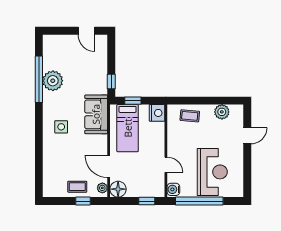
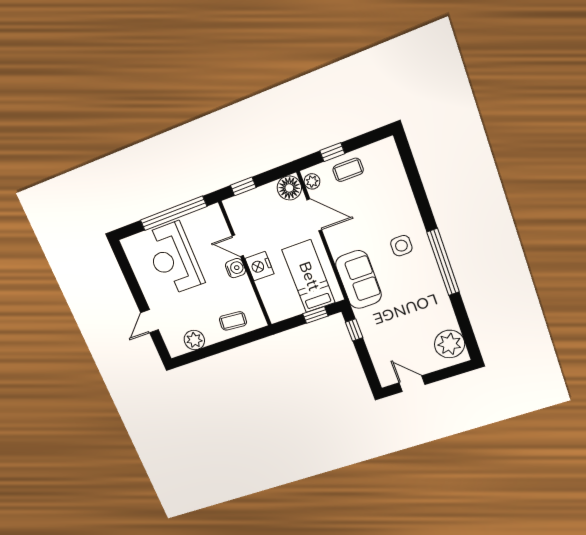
window: (39, 79) -> (443, 262), moved
plant: (53, 81) -> (450, 344), moved
nightstand: (157, 113) -> (259, 266), moved
water cooler: (173, 189) -> (235, 268), moved

